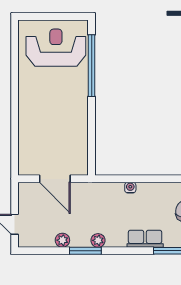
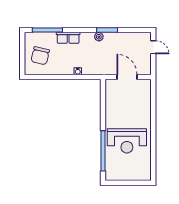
reception desk: (56, 48) -> (127, 141), moved
plant: (62, 240) -> (122, 37), removed

